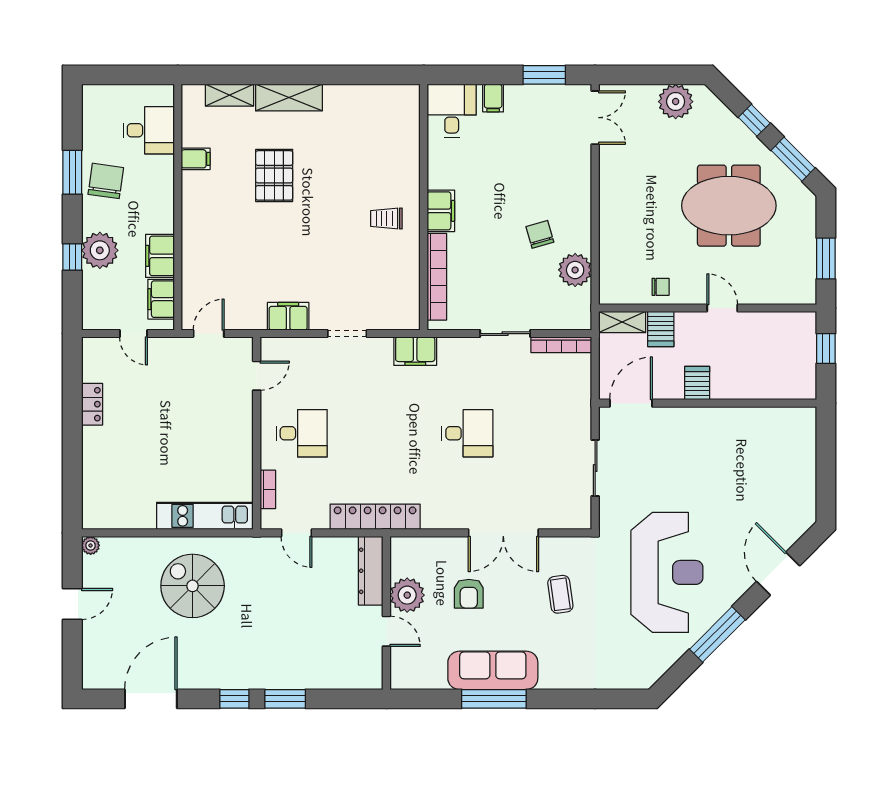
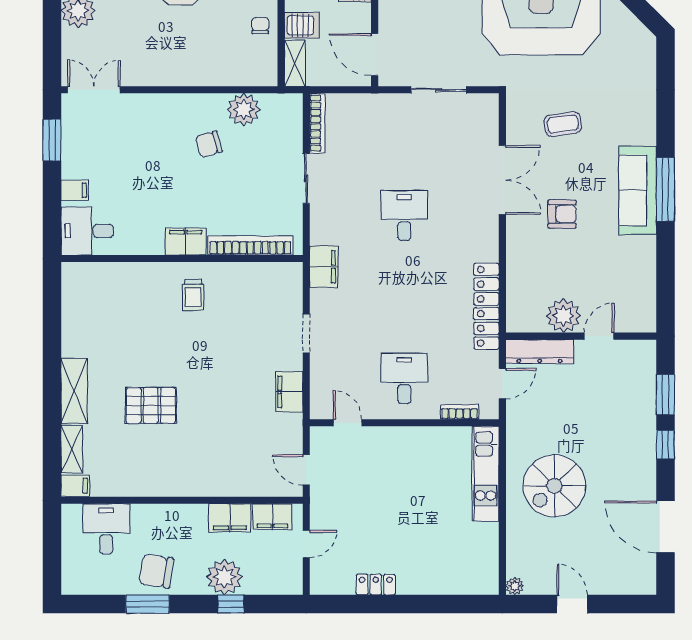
filing cabinet: (196, 159) -> (75, 486), moved, turned 90
dresser: (371, 571) -> (540, 352), moved
plant: (407, 595) -> (563, 316), moved
wall: (386, 613) -> (581, 336), moved
door: (386, 631) -> (599, 336), moved

